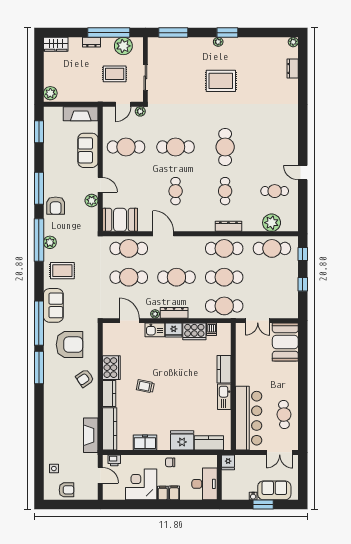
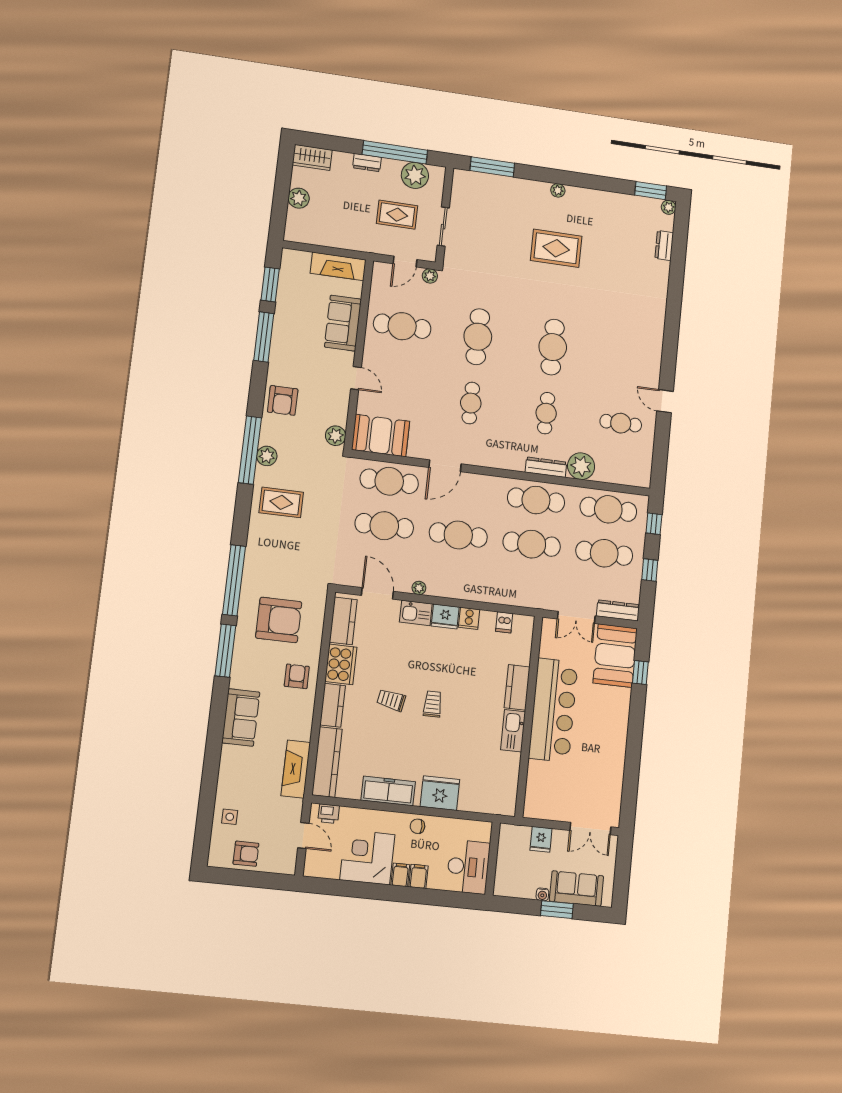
window: (227, 33) -> (651, 191), moved
plant: (50, 93) -> (299, 198), moved
cafe table: (176, 147) -> (478, 337), turned 90
window: (39, 188) -> (264, 337), moved
plant: (92, 200) -> (336, 436), moved
plant: (272, 223) -> (581, 466), moved
door: (163, 234) -> (445, 466), swing flipped
sofa: (53, 305) -> (241, 717), moved
cafe table: (224, 306) -> (604, 553), moved
dresser: (174, 313) -> (618, 610), moved
cooker: (194, 331) -> (469, 618), width x0.53, depth x0.76
window: (303, 351) -> (640, 672), added
armchair: (85, 378) -> (297, 676), turned 124
trolley: (172, 386) -> (433, 704), added
cafe table: (284, 415) -> (603, 769), removed
bar counter: (249, 418) -> (553, 710), moved
freezer: (145, 443) -> (388, 791), width x1.40
kitchen counter: (209, 443) -> (343, 621), moved, turned 90
fridge: (228, 462) -> (541, 839), moved

